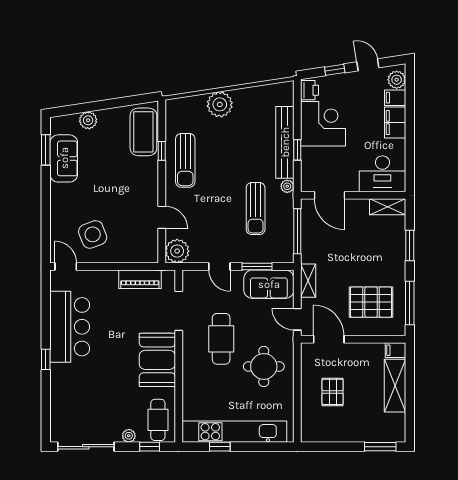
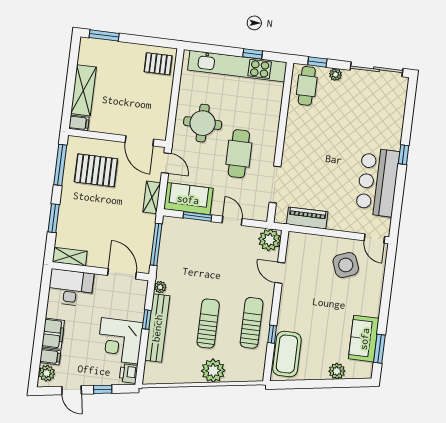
sun lounger: (256, 209) -> (208, 324), moved
booth: (157, 360) -> (300, 141), removed
pallet: (333, 392) -> (158, 64), moved, turned 90

